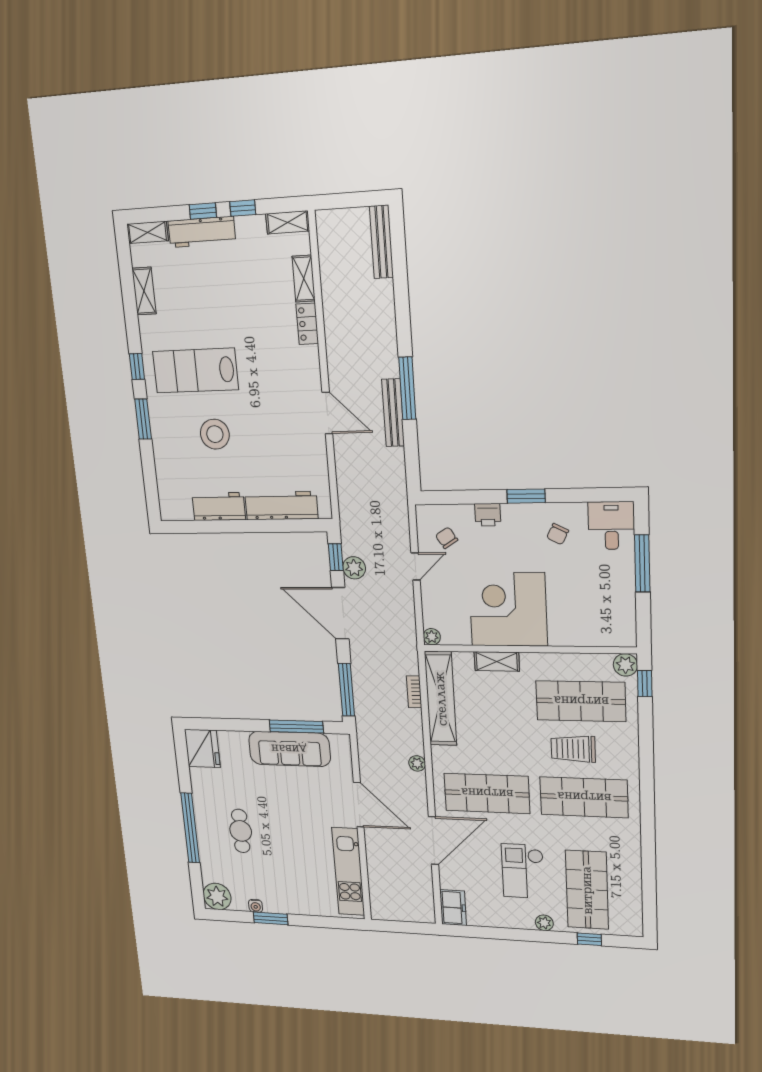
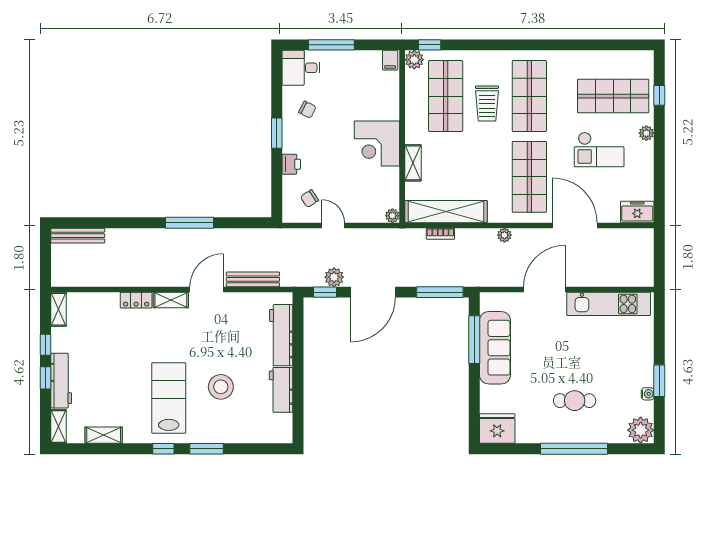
shelving: (304, 279) -> (171, 300), moved
lab bench: (195, 371) -> (169, 398), turned 180
bench: (393, 413) -> (253, 279), moved
corner desk: (508, 609) -> (377, 143), width x0.74, depth x0.74
filing cabinet: (624, 636) -> (390, 60), added

